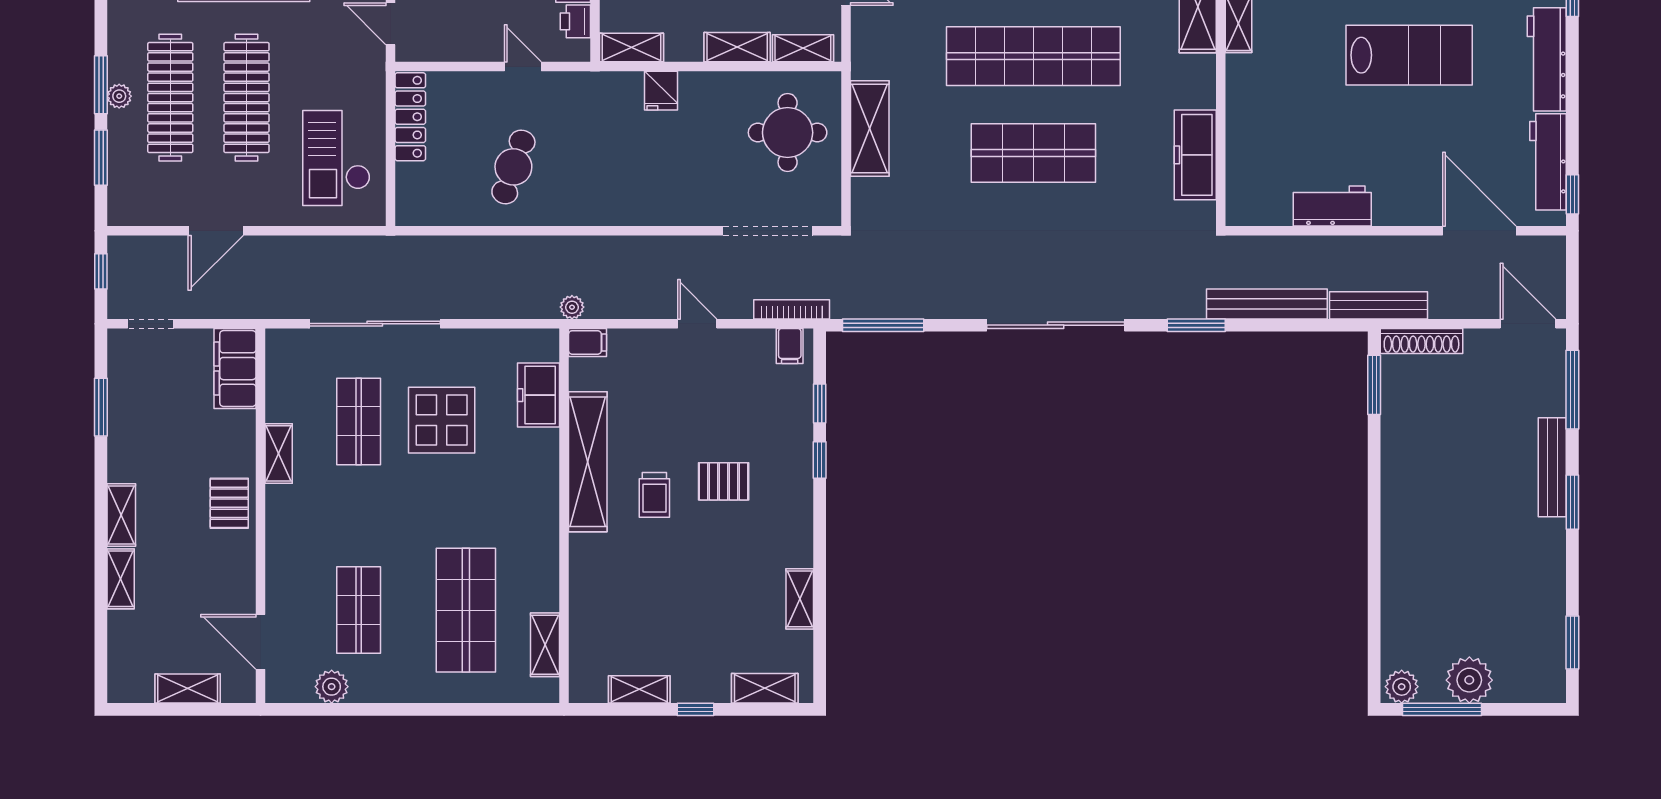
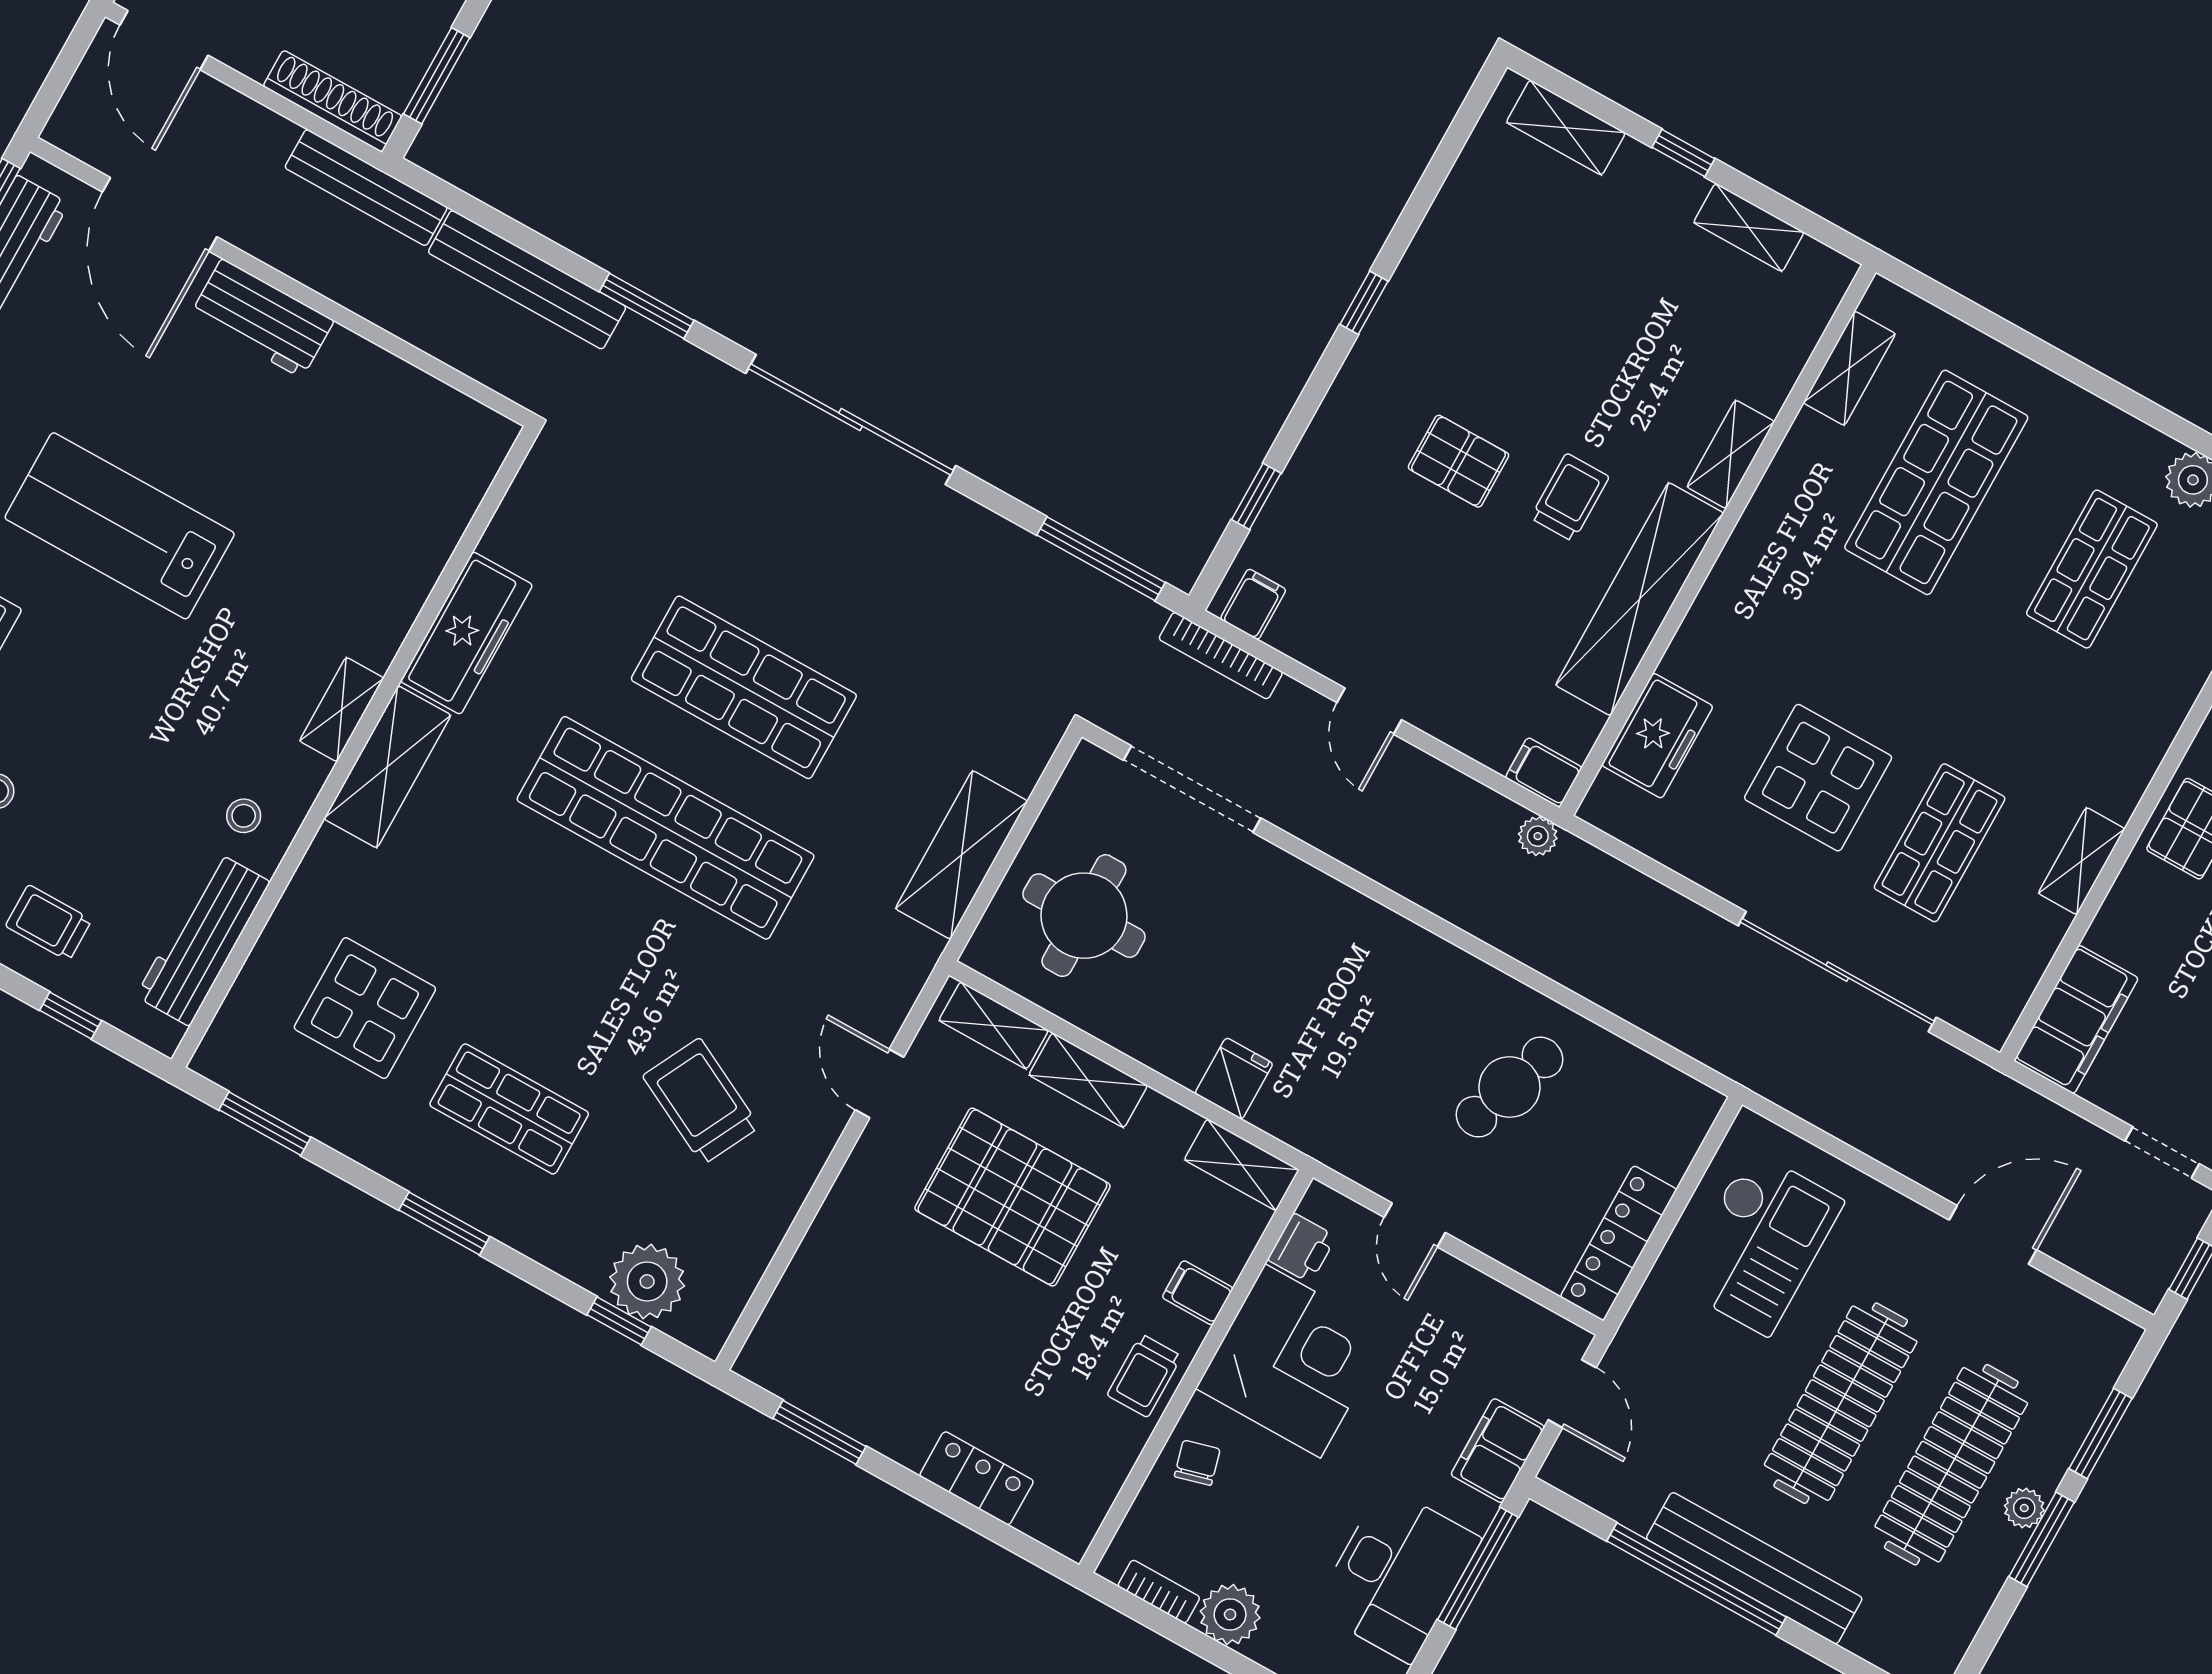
freezer: (1195, 155) -> (466, 633), moved
workbench: (1332, 206) -> (262, 318), moved
window: (820, 460) -> (1364, 303), moved
shelving: (800, 599) -> (1731, 454), moved

